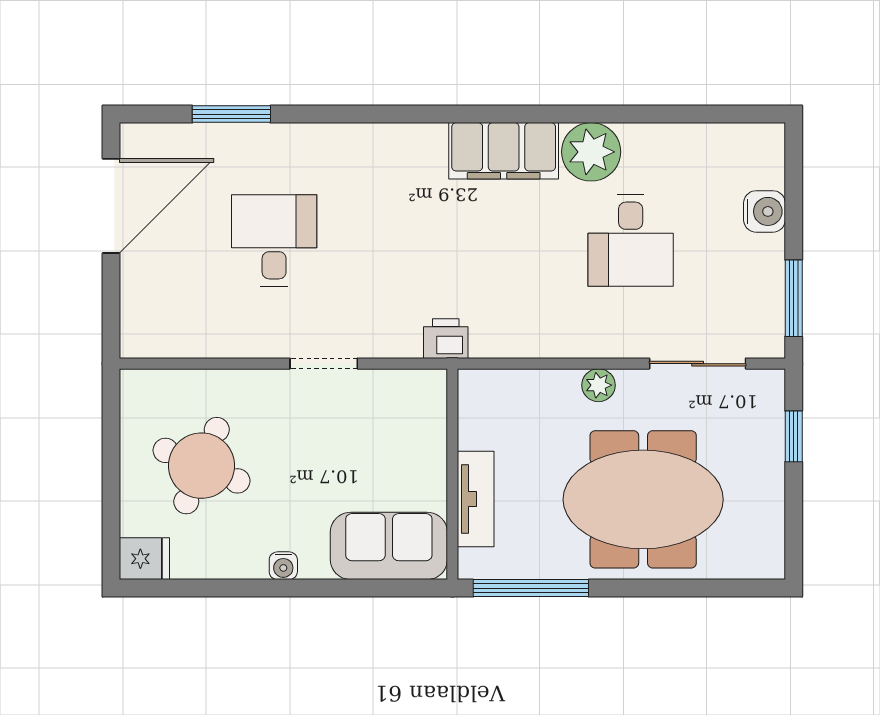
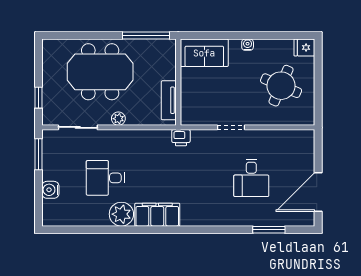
desk: (631, 241) -> (105, 178), turned -90
tv unit: (476, 499) -> (169, 100), moved

